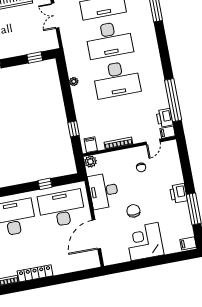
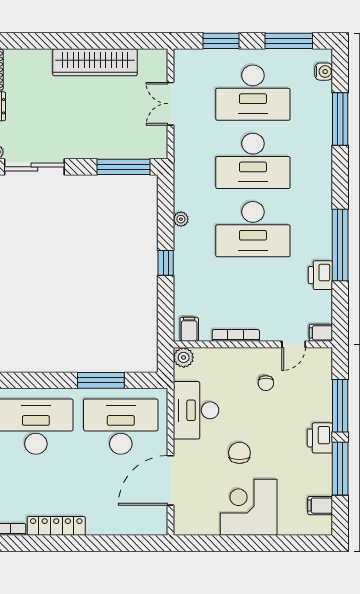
window: (35, 57) -> (124, 167), width x2.17
window: (173, 100) -> (340, 245), moved
printer: (165, 118) -> (320, 275), moved
window: (74, 129) -> (166, 263), moved
window: (187, 172) -> (340, 406), added
window: (45, 184) -> (101, 380), width x2.17
filing cabinet: (188, 243) -> (320, 506), moved

